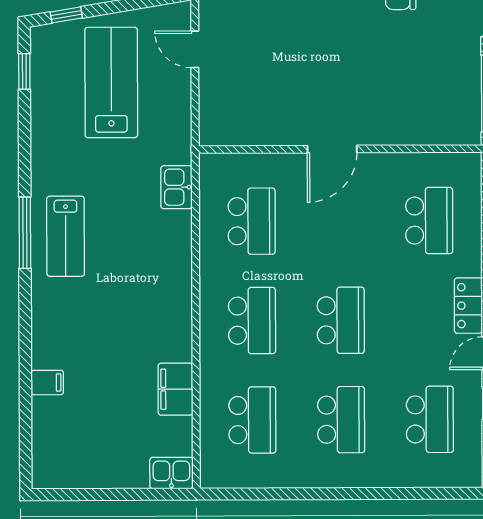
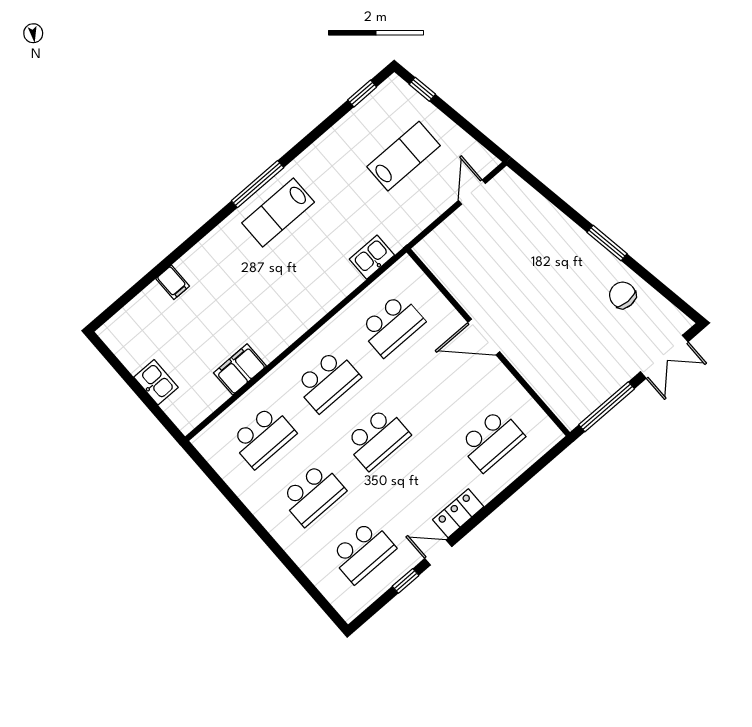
lab bench: (111, 82) -> (404, 156), width x0.73, depth x0.72
kitchen sink: (171, 473) -> (156, 382), moved

